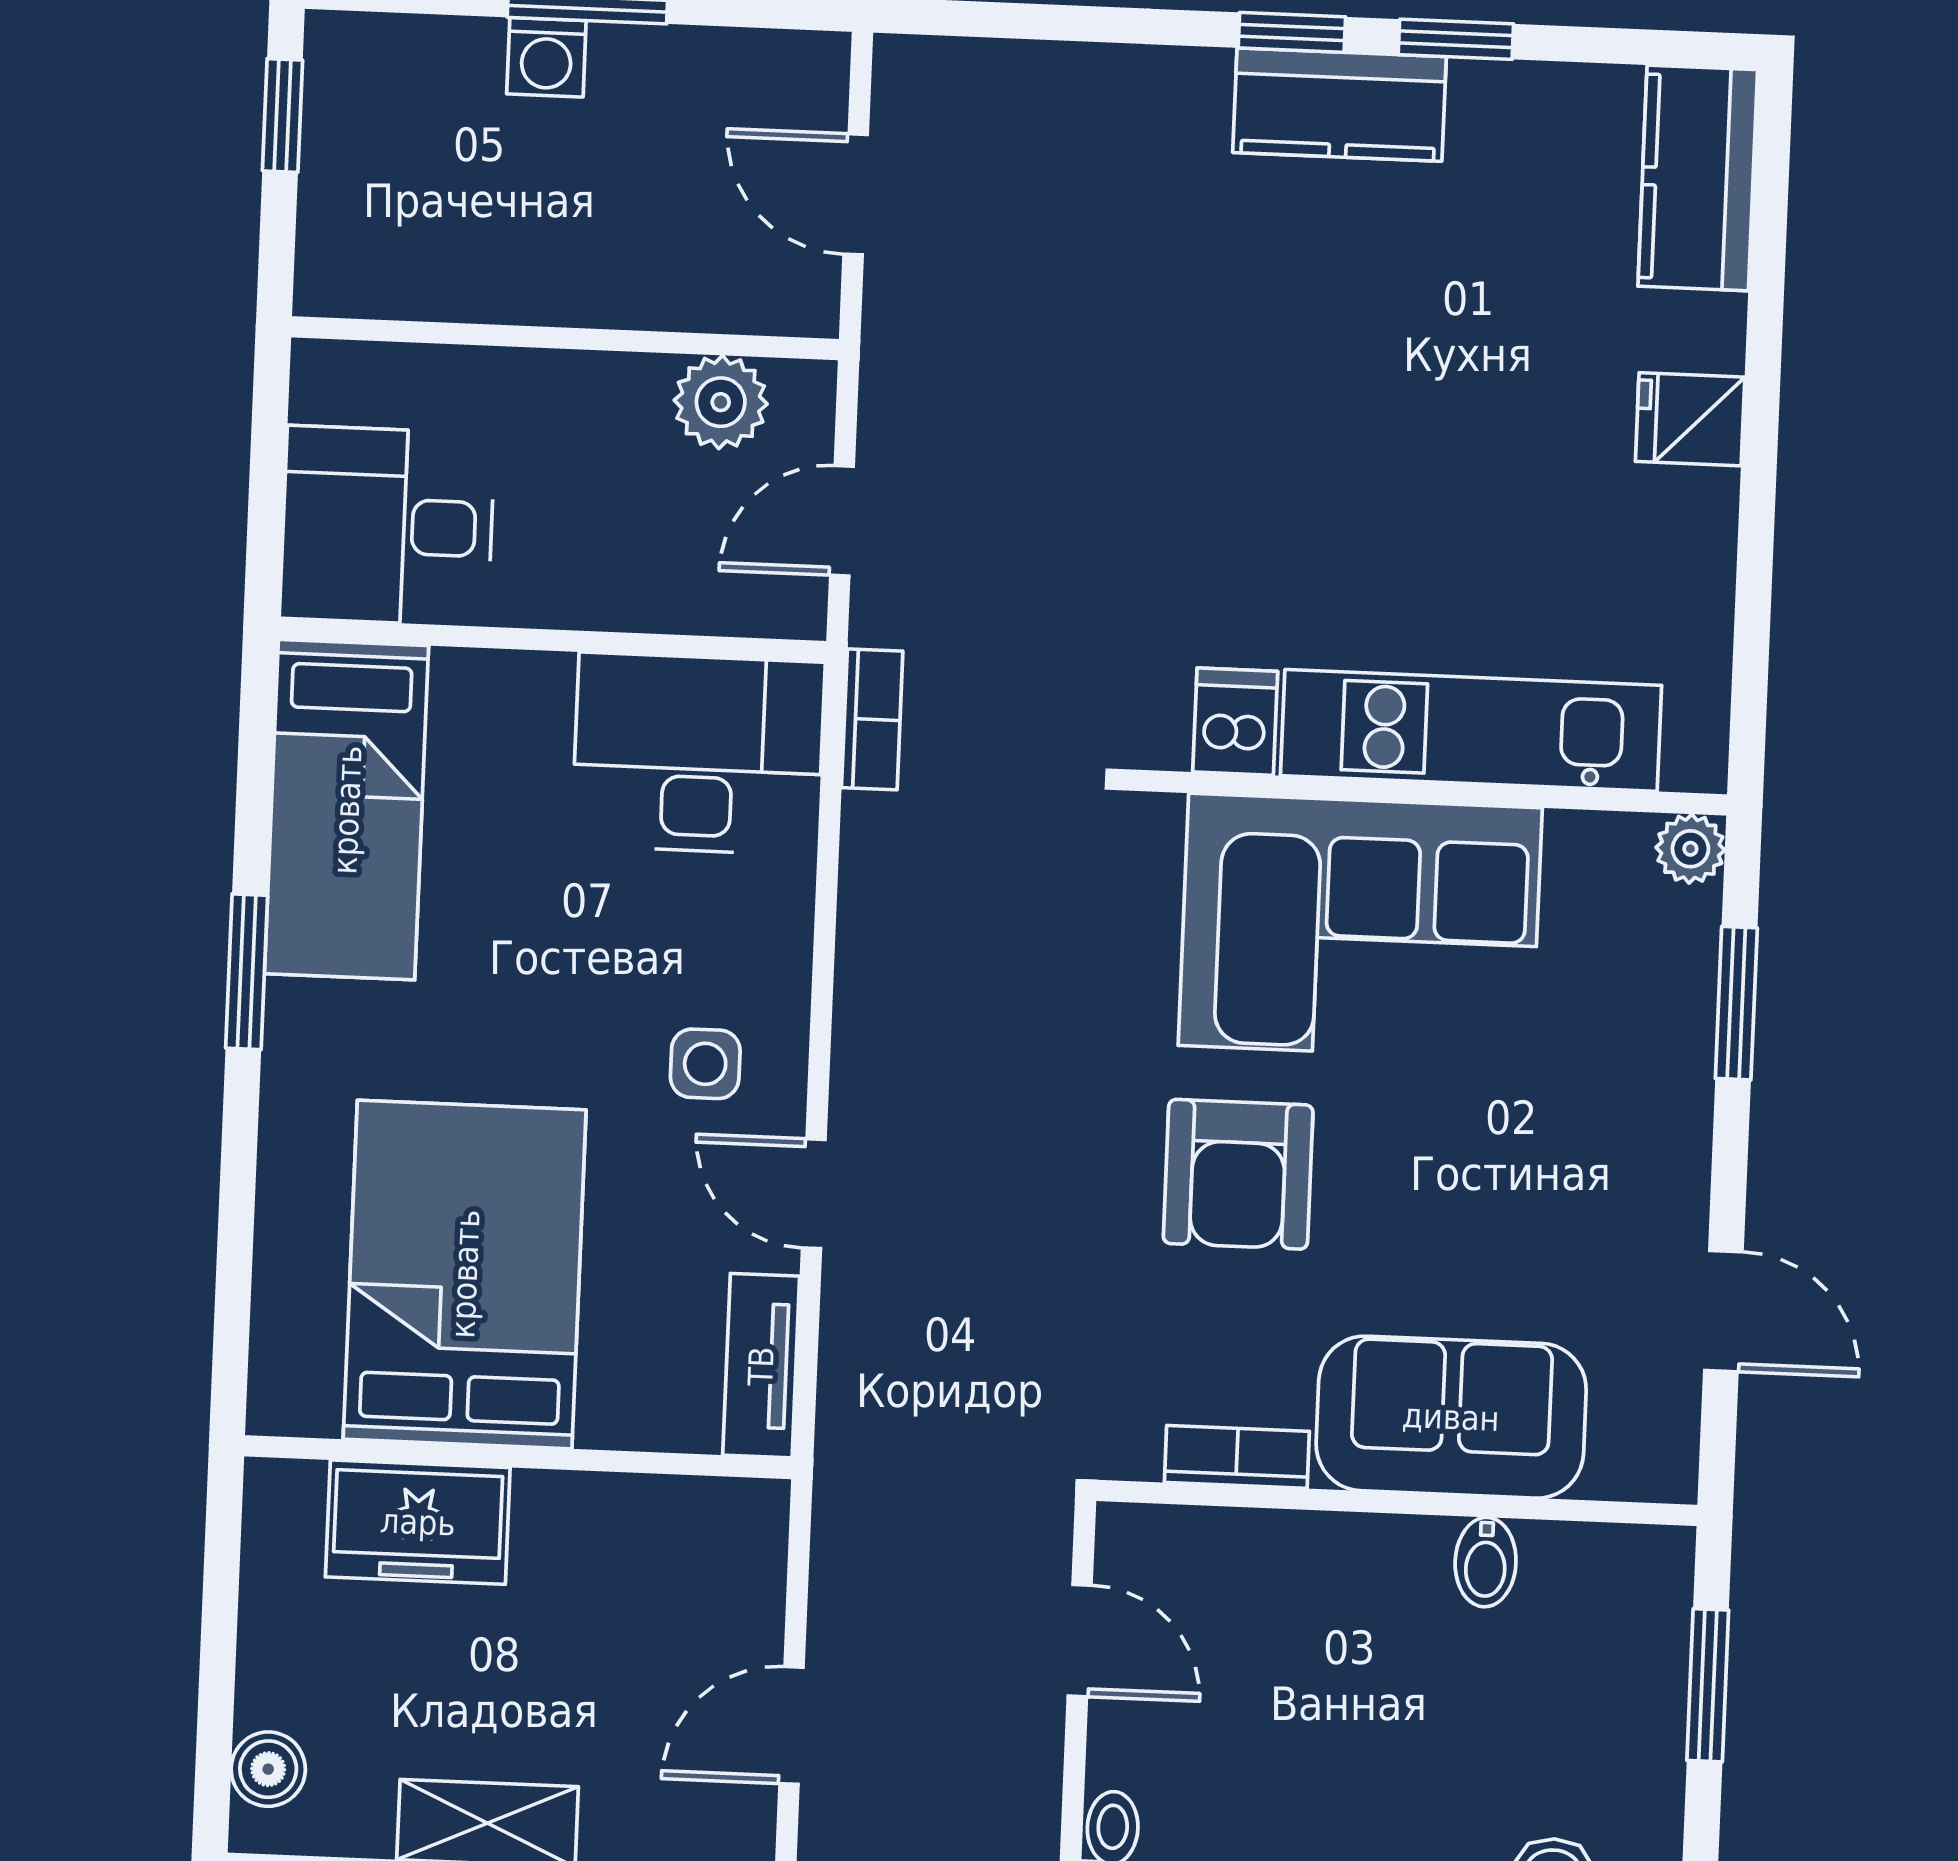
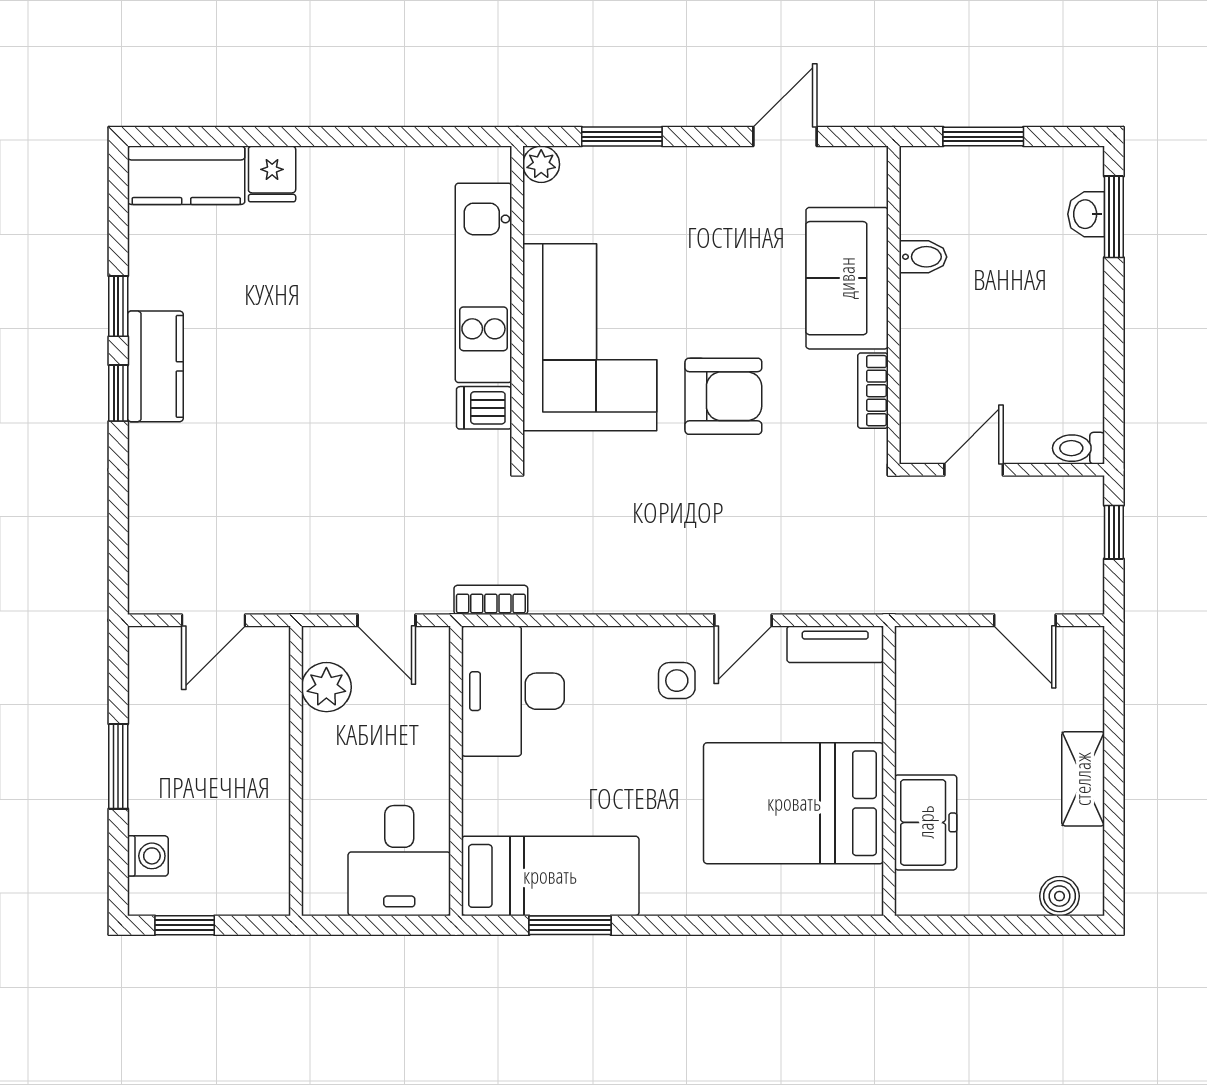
washing machine: (546, 57) -> (148, 856), moved
fridge: (1690, 419) -> (272, 174), moved
window: (247, 972) -> (570, 925), moved

